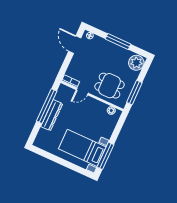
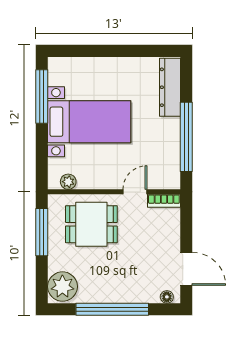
window: (118, 42) -> (112, 309), width x1.46
dresser: (52, 115) -> (170, 87), moved
bed with nightstands: (82, 148) -> (89, 122), moved

